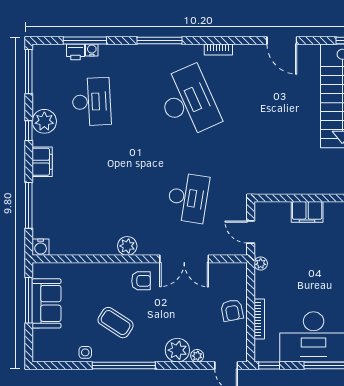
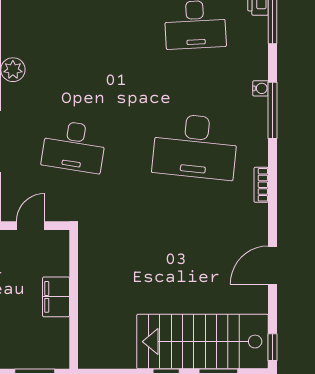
water cooler: (92, 50) -> (261, 88), moved
desk: (188, 102) -> (195, 146), turned 30

